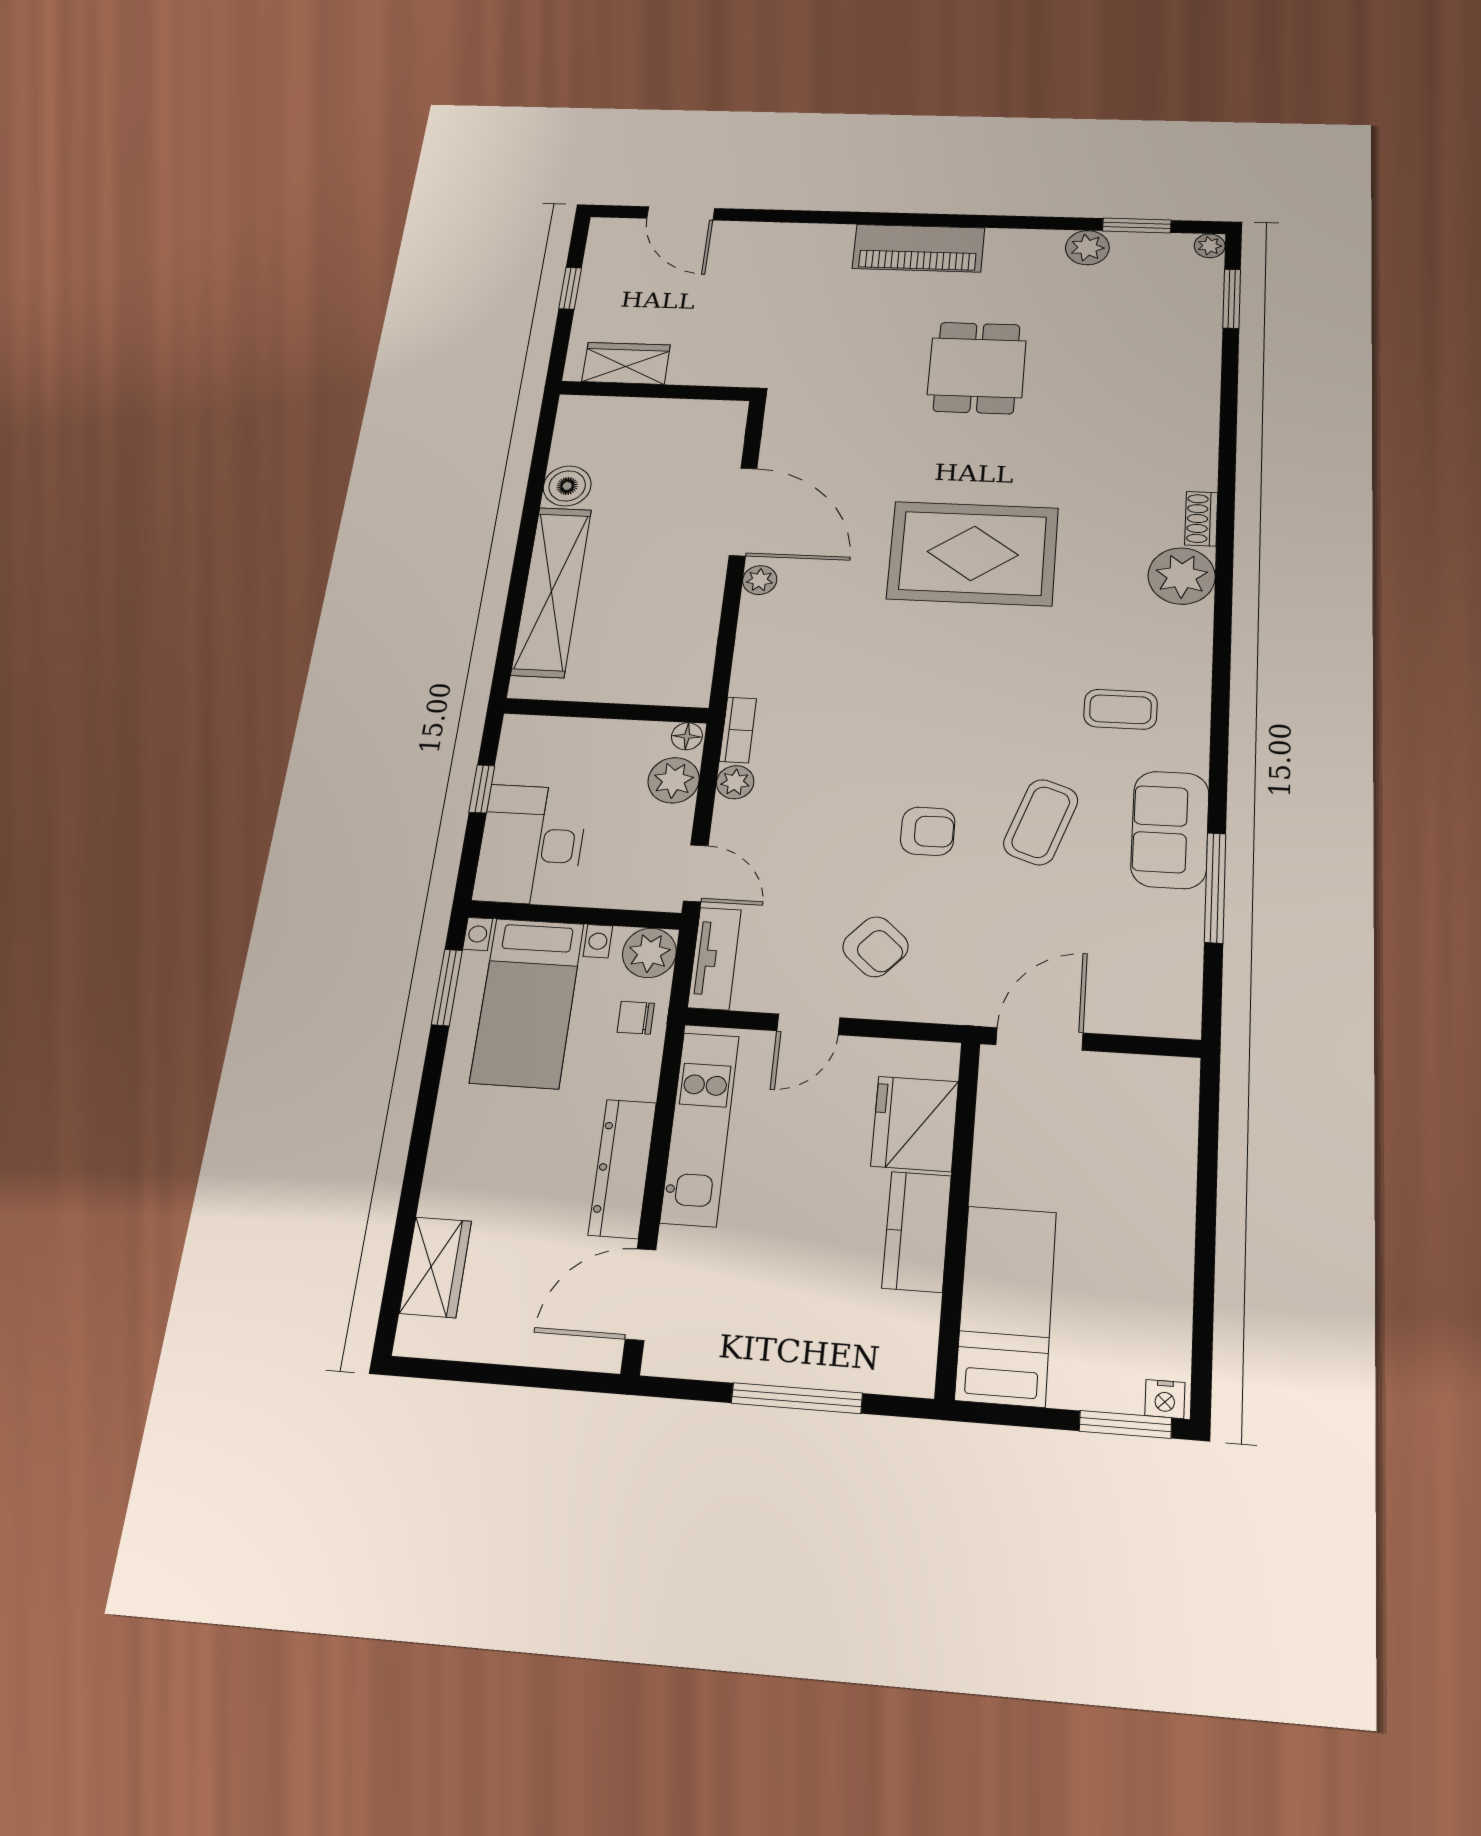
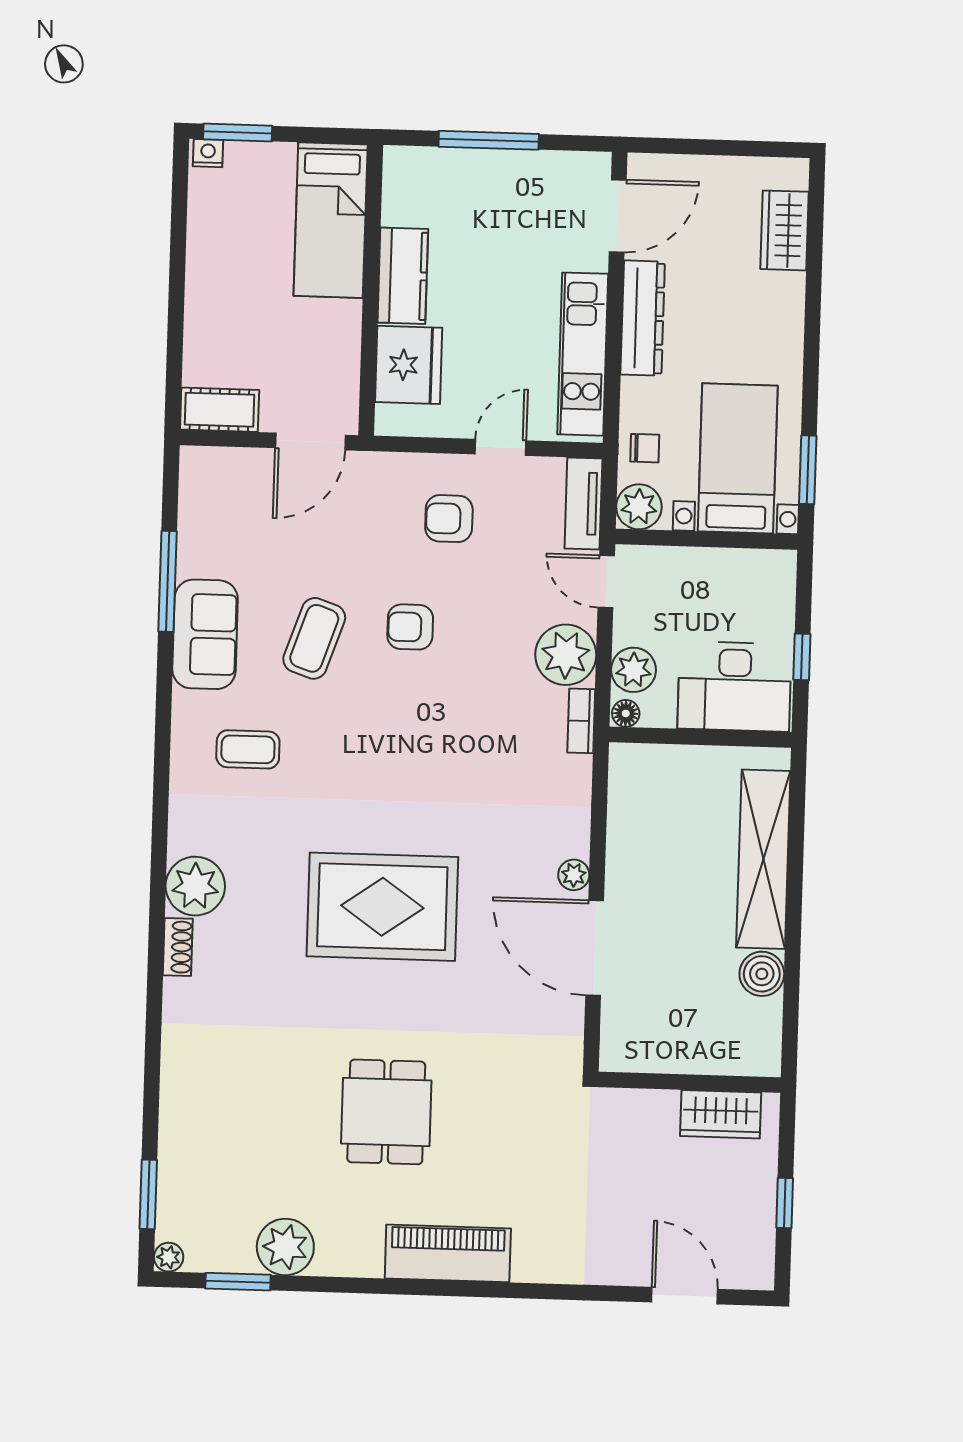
plant: (1087, 248) -> (285, 1247), width x1.36, depth x1.36
plant: (735, 782) -> (566, 655), width x1.88, depth x1.88
desk: (531, 845) -> (734, 687), moved, turned 90
armchair: (875, 947) -> (449, 519), turned -42
cot: (1151, 1080) -> (220, 410), added

